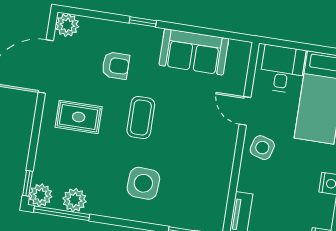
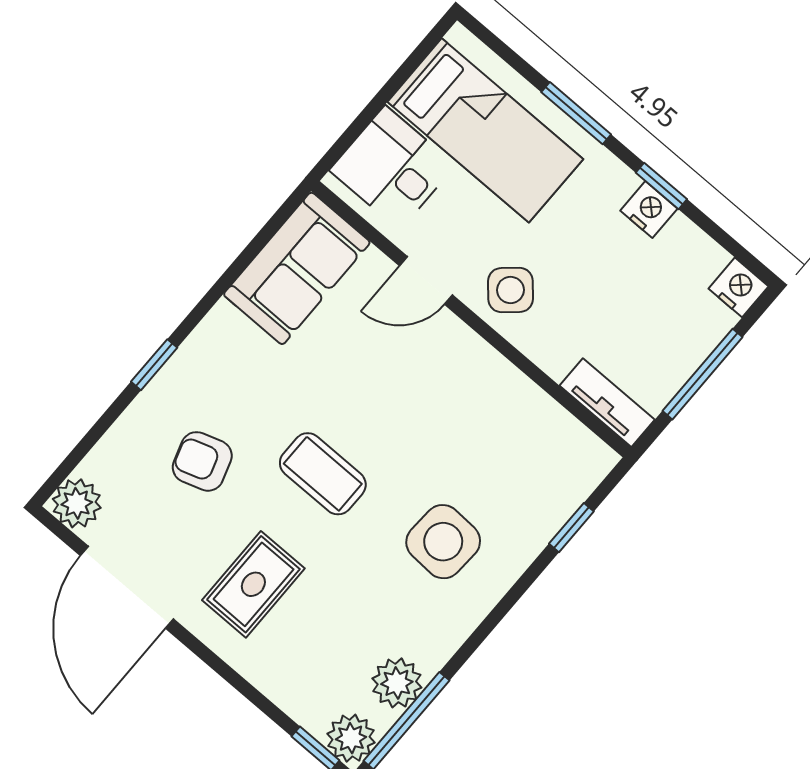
sofa: (194, 52) -> (297, 268), moved
armchair: (116, 66) -> (202, 461), turned -108
side table: (262, 148) -> (510, 290), turned 33

